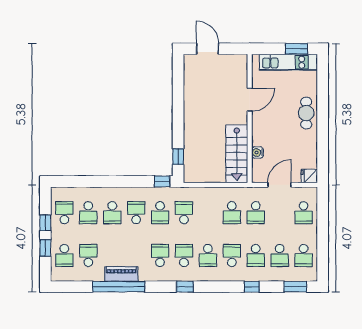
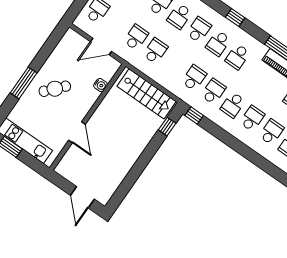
door: (250, 100) -> (77, 132), swing flipped
window: (323, 110) -> (24, 83), added
cafe table: (306, 113) -> (55, 89), moved, turned 42
stairs: (237, 154) -> (146, 94), moved, turned 90
fridge: (309, 176) -> (72, 37), removed
school desk: (184, 213) -> (194, 78), turned 180

